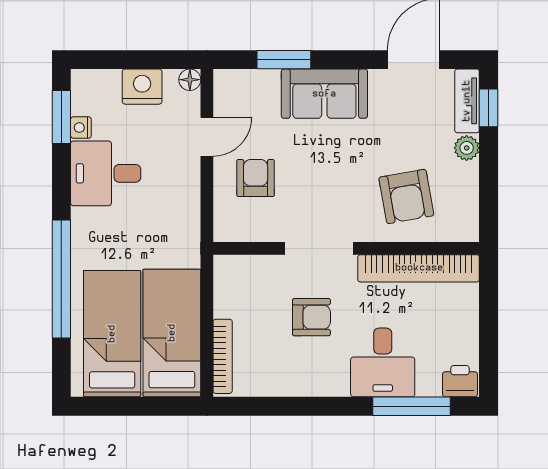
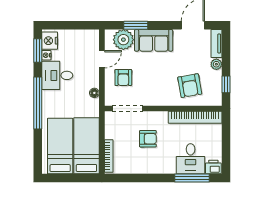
floor lamp: (190, 80) -> (94, 93), moved
nightstand: (142, 87) -> (50, 41), moved, turned -90
plant: (256, 92) -> (123, 40), added
window: (489, 108) -> (226, 84), moved
armchair: (256, 178) -> (123, 77), turned 180
doorway: (319, 248) -> (128, 108), moved
window: (61, 279) -> (38, 103), moved
desk: (383, 362) -> (191, 159), moved

